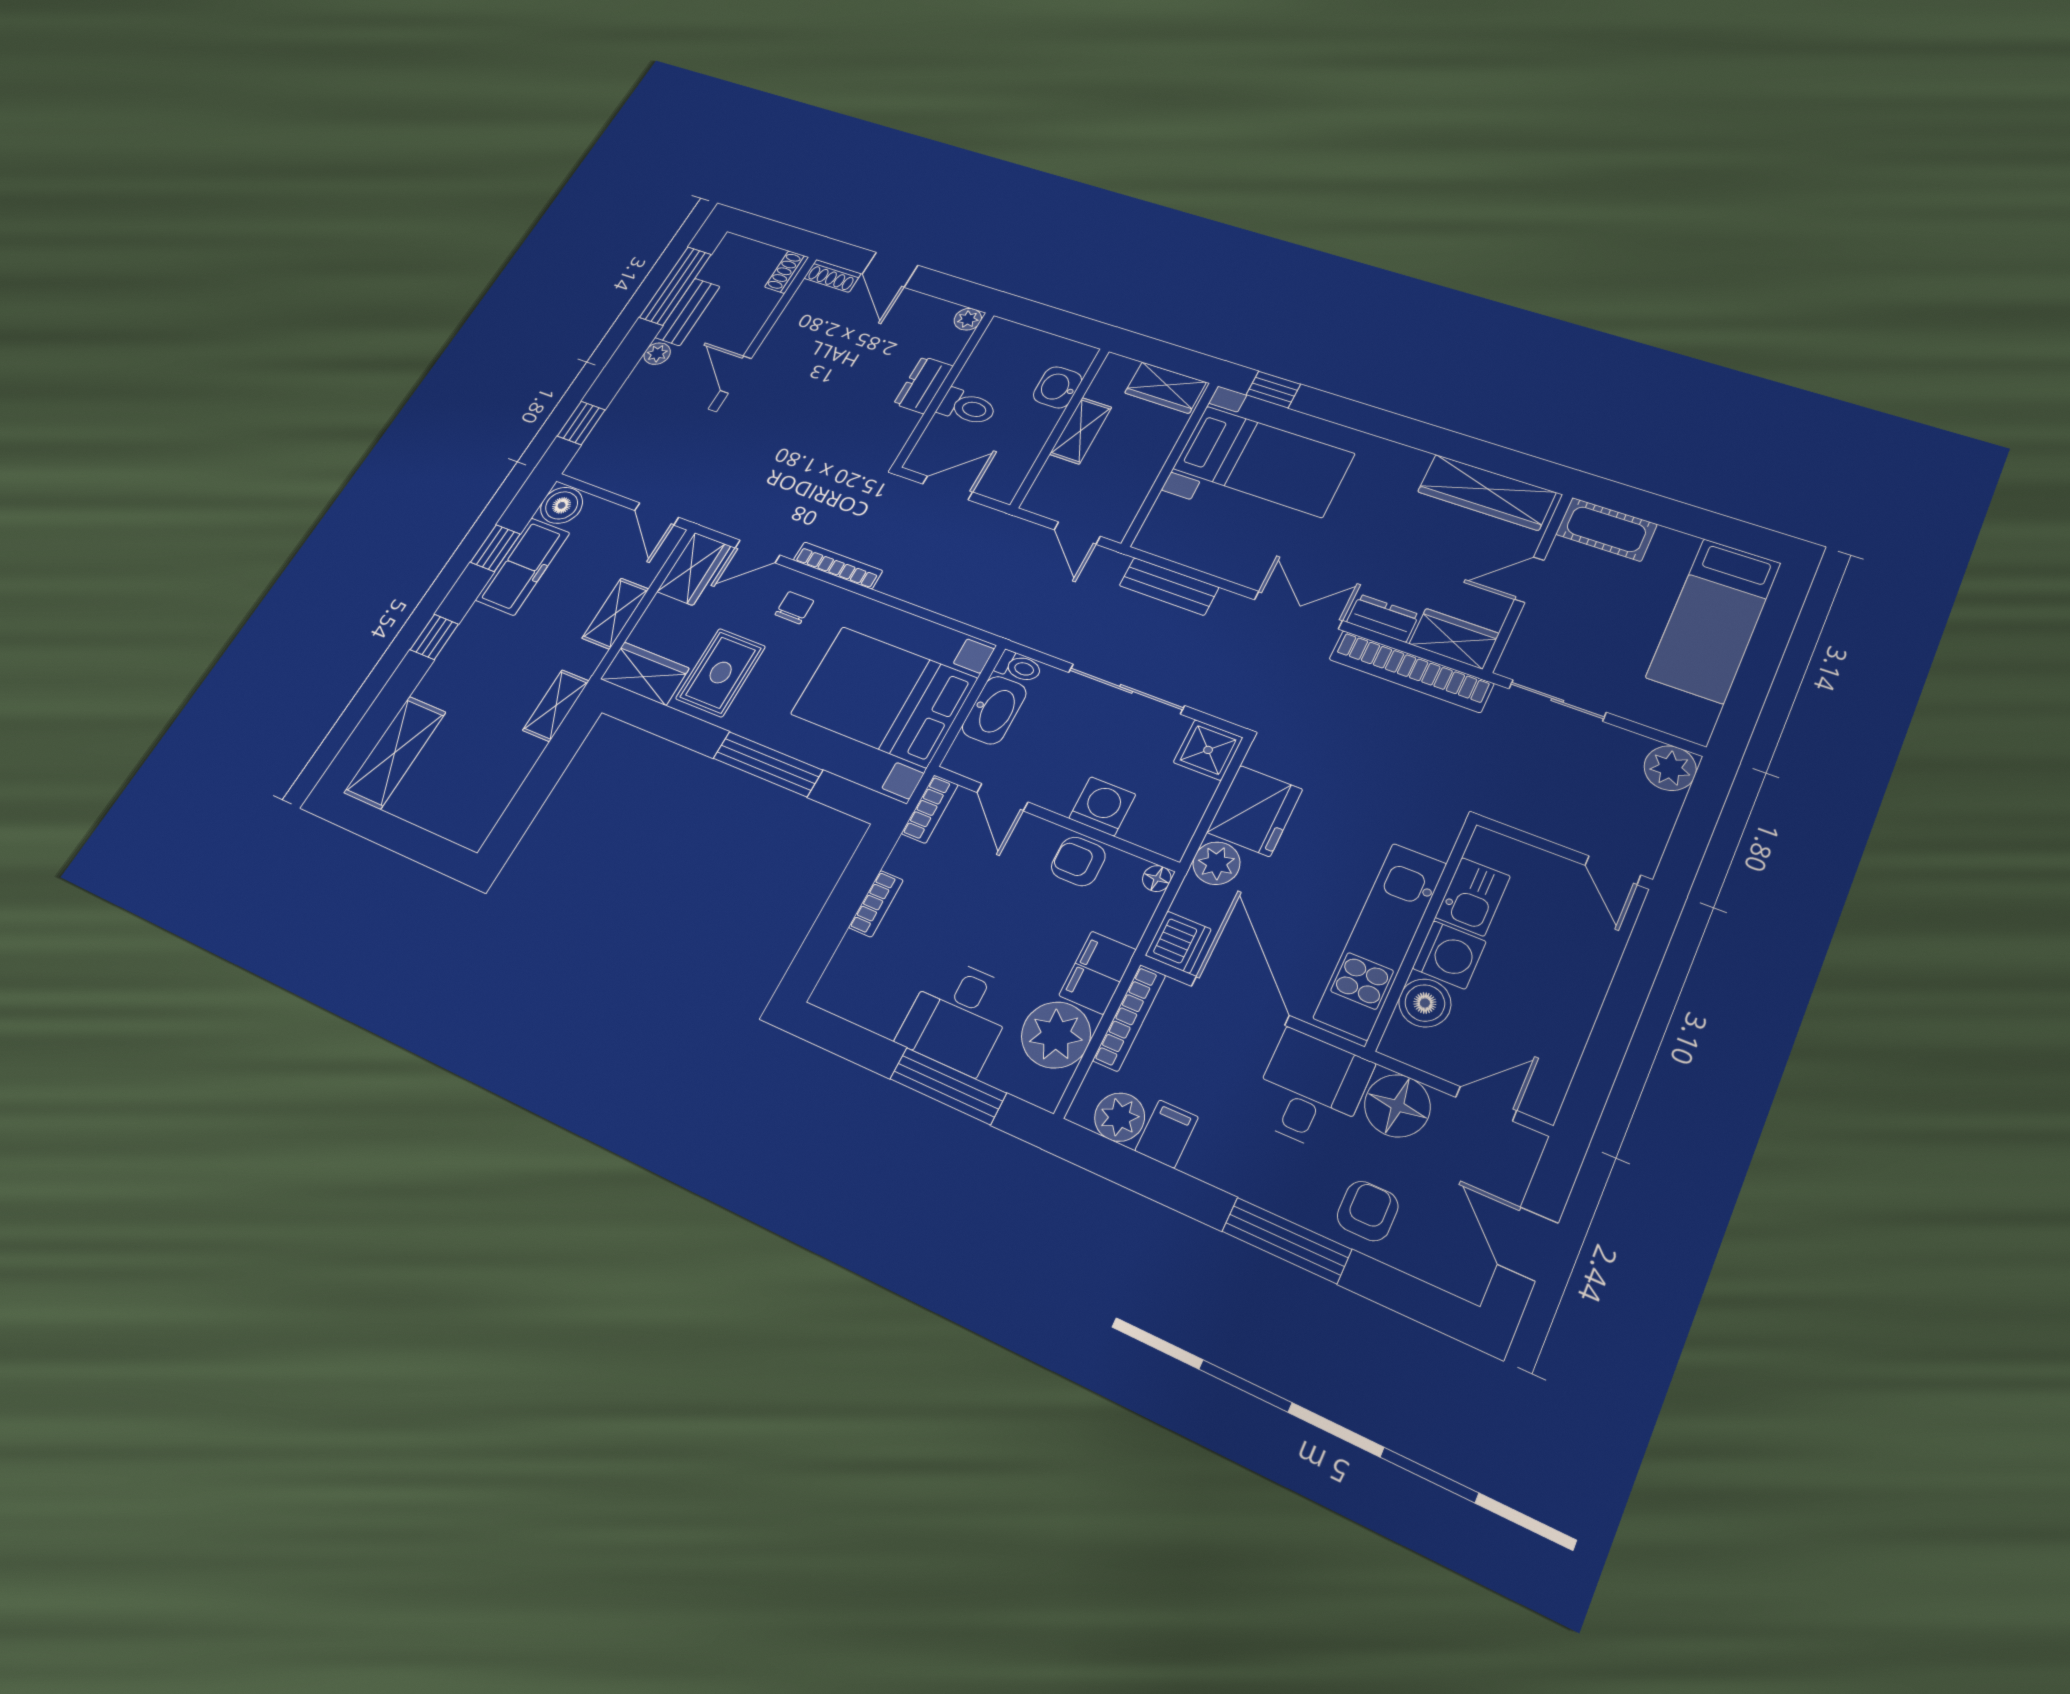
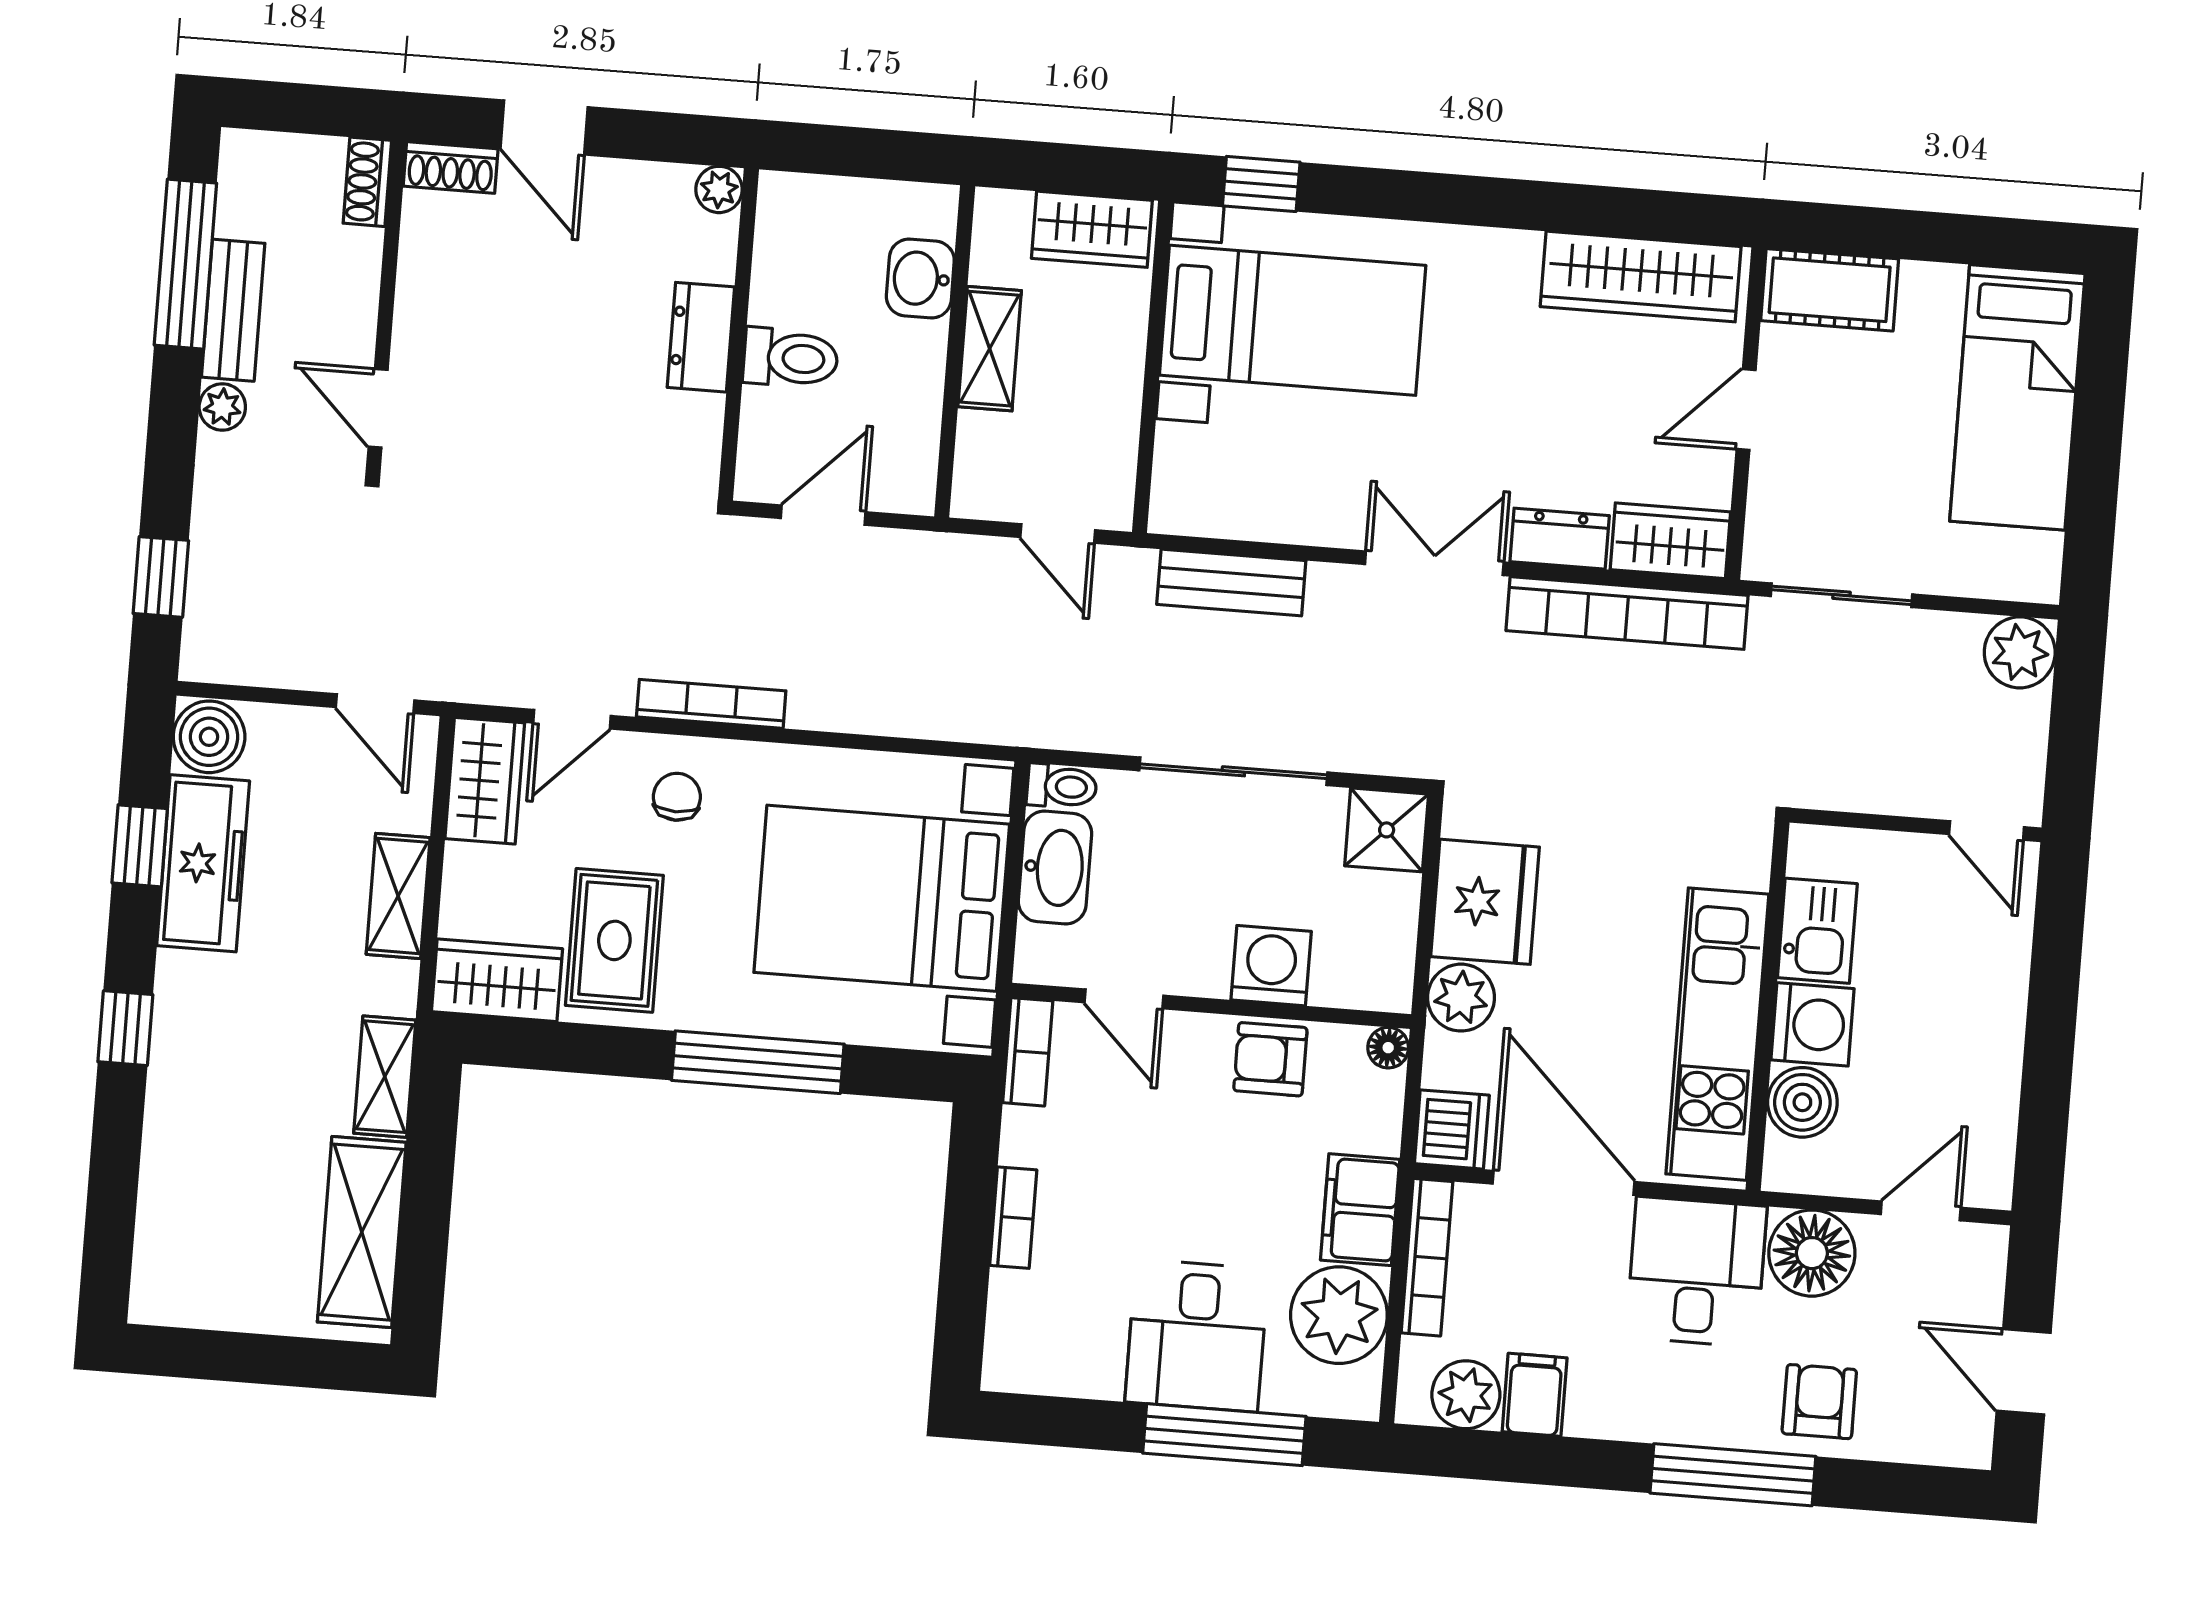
shelving: (395, 752) -> (362, 1232), moved

